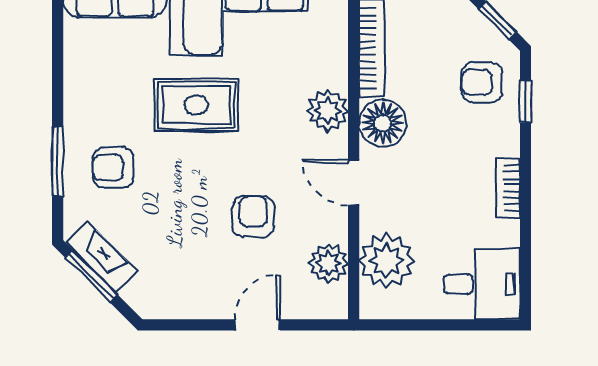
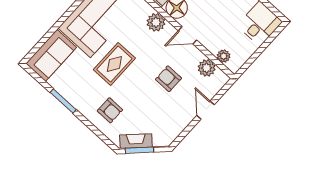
window: (58, 161) -> (63, 101), moved
armchair: (113, 168) -> (110, 110), turned -90
plant: (386, 261) -> (224, 56), width x0.53, depth x0.53

